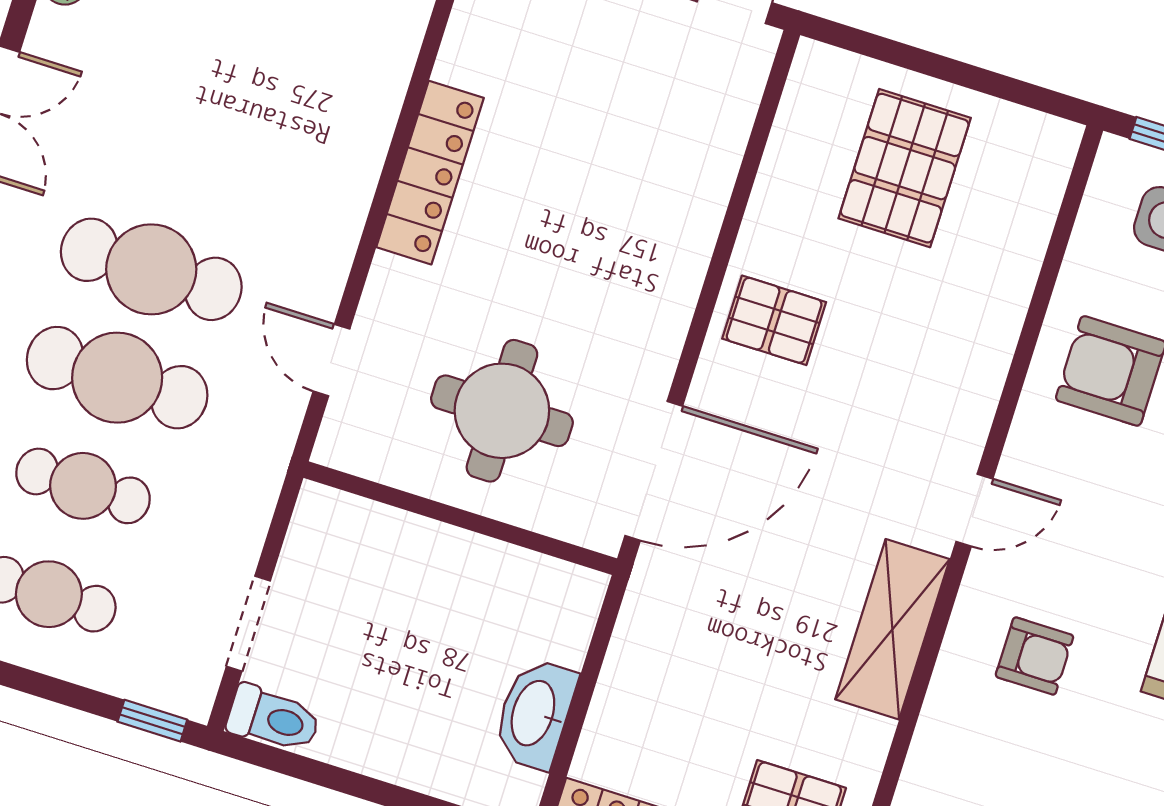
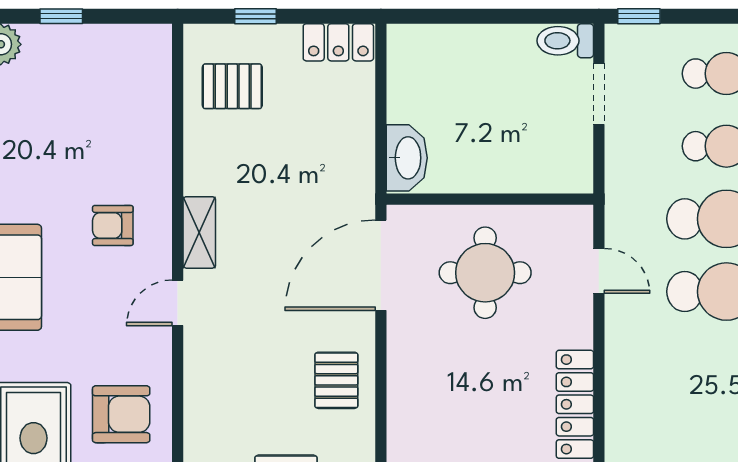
pallet: (774, 320) -> (336, 380), turned 90
shelving: (892, 629) -> (199, 232), width x0.67, depth x0.75
washbasin: (535, 714) -> (407, 158), moved

